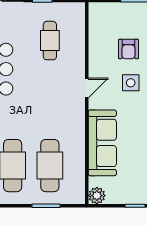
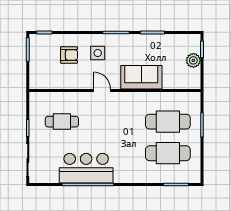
sofa: (102, 143) -> (141, 77), width x0.73
plant: (97, 196) -> (193, 60), moved

